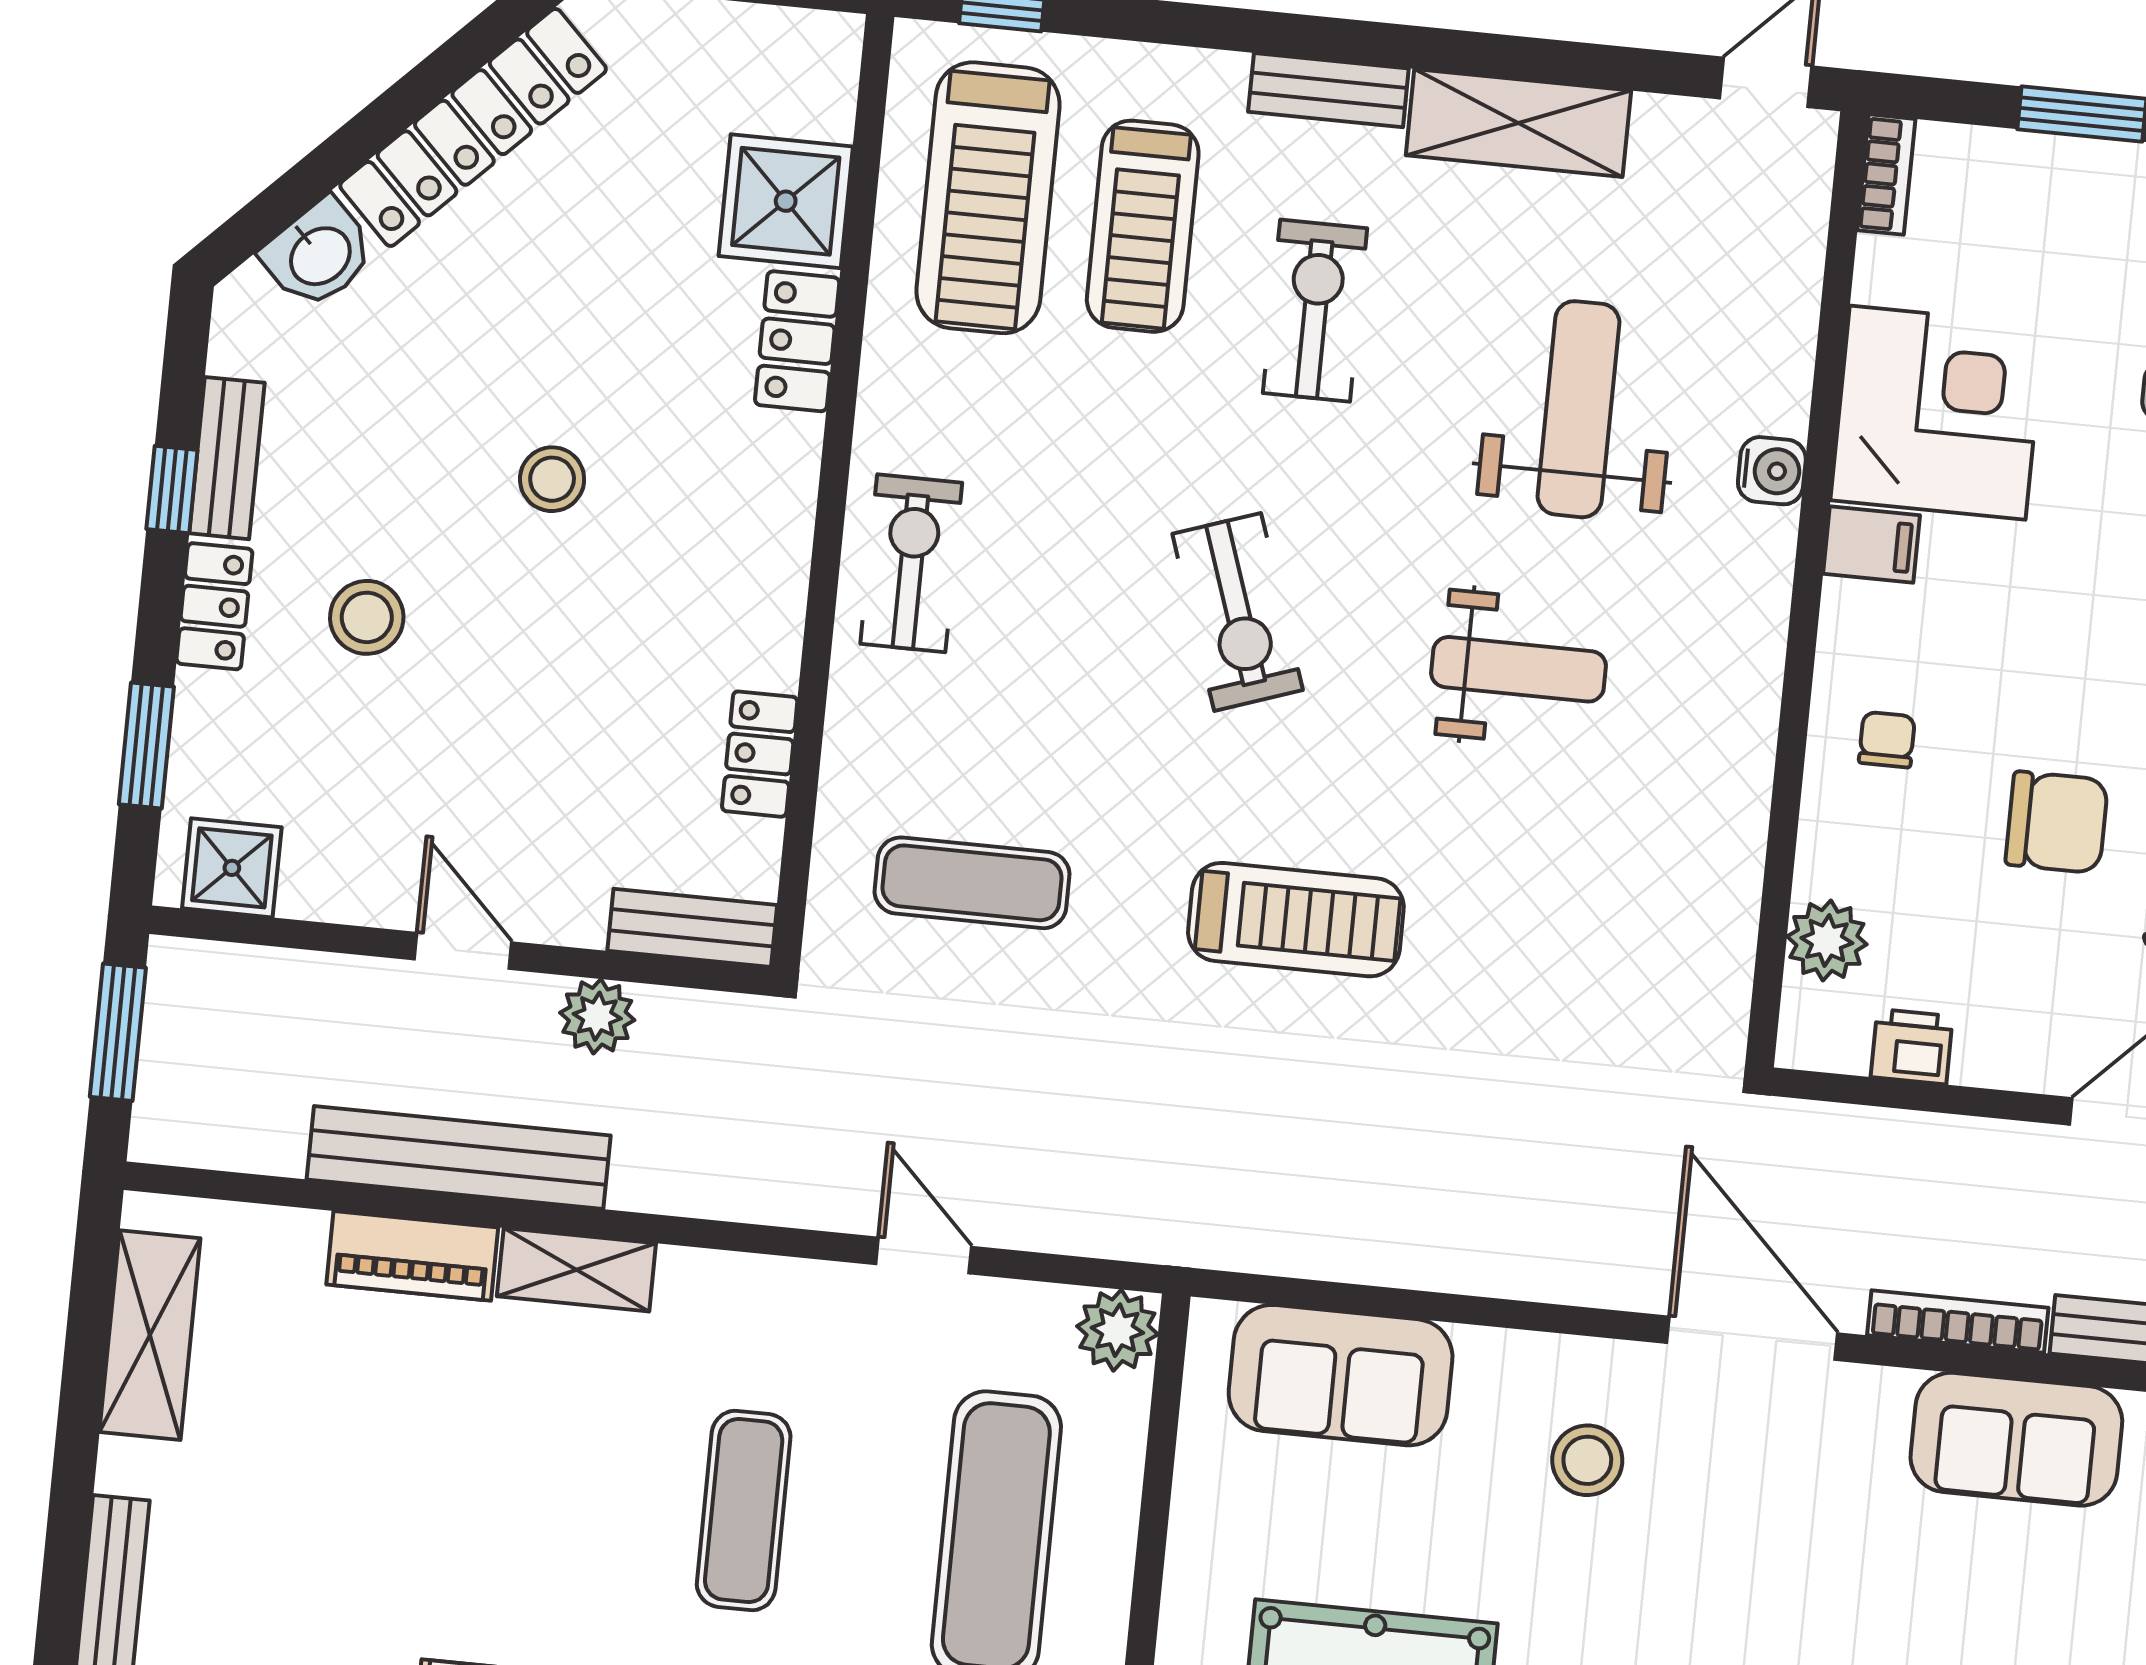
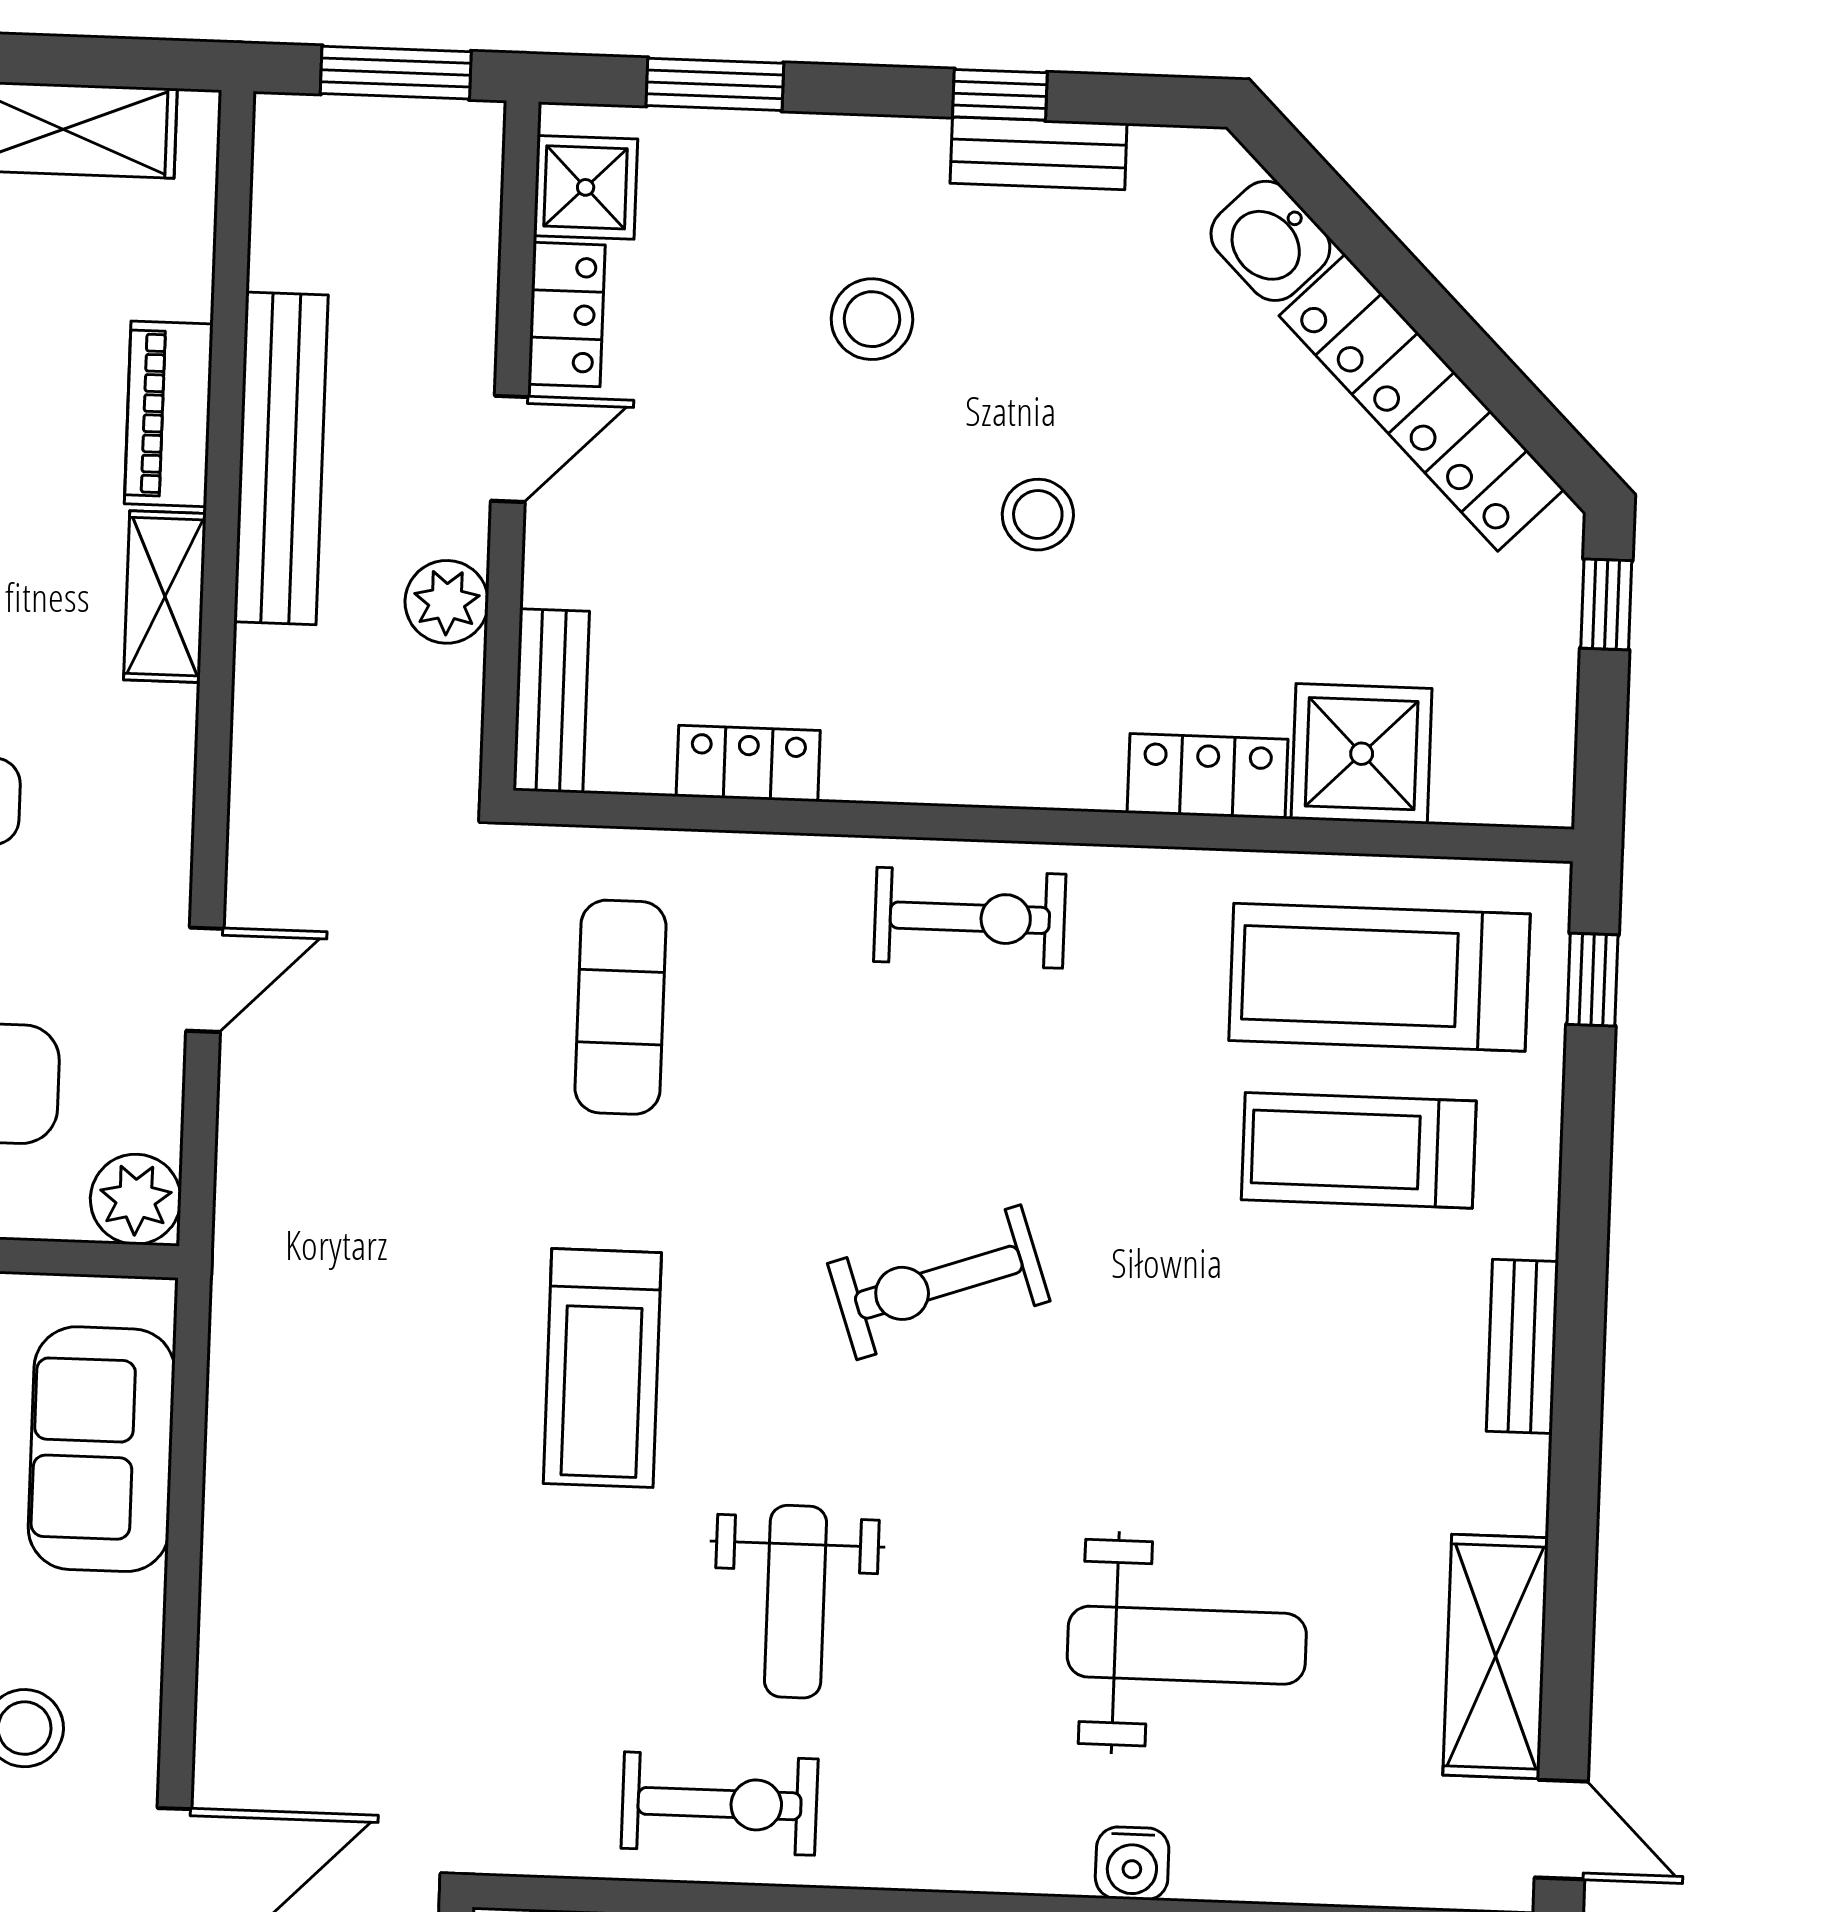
shelving: (1518, 123) -> (1496, 1656), moved
exercise bike: (1315, 311) -> (720, 1804), moved
locker: (214, 606) -> (567, 315), moved, turned -90
weight bench: (1518, 669) -> (795, 1602), moved

